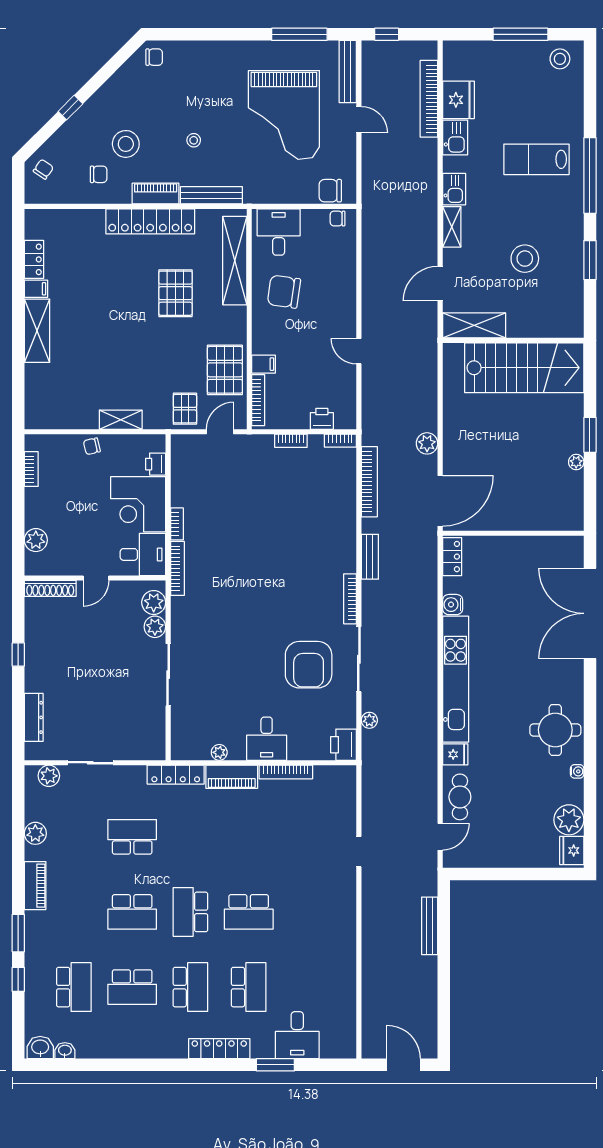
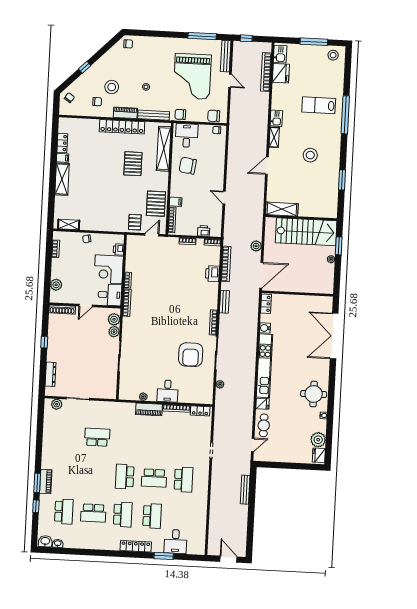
kitchen sink: (455, 138) -> (280, 54), moved
chair: (264, 191) -> (180, 114), added
window: (590, 260) -> (342, 180), moved
shelving: (474, 325) -> (282, 209), moved
wall: (513, 340) -> (301, 218), moved
stairs: (524, 368) -> (306, 232), moved
shelving: (121, 420) -> (69, 224), moved
printer: (344, 745) -> (212, 274), moved
locker: (176, 775) -> (200, 411), moved, width x0.66
plant: (35, 833) -> (48, 433), removed
piano: (35, 886) -> (46, 482), moved
school desk: (132, 912) -> (183, 480), moved, turned -90

